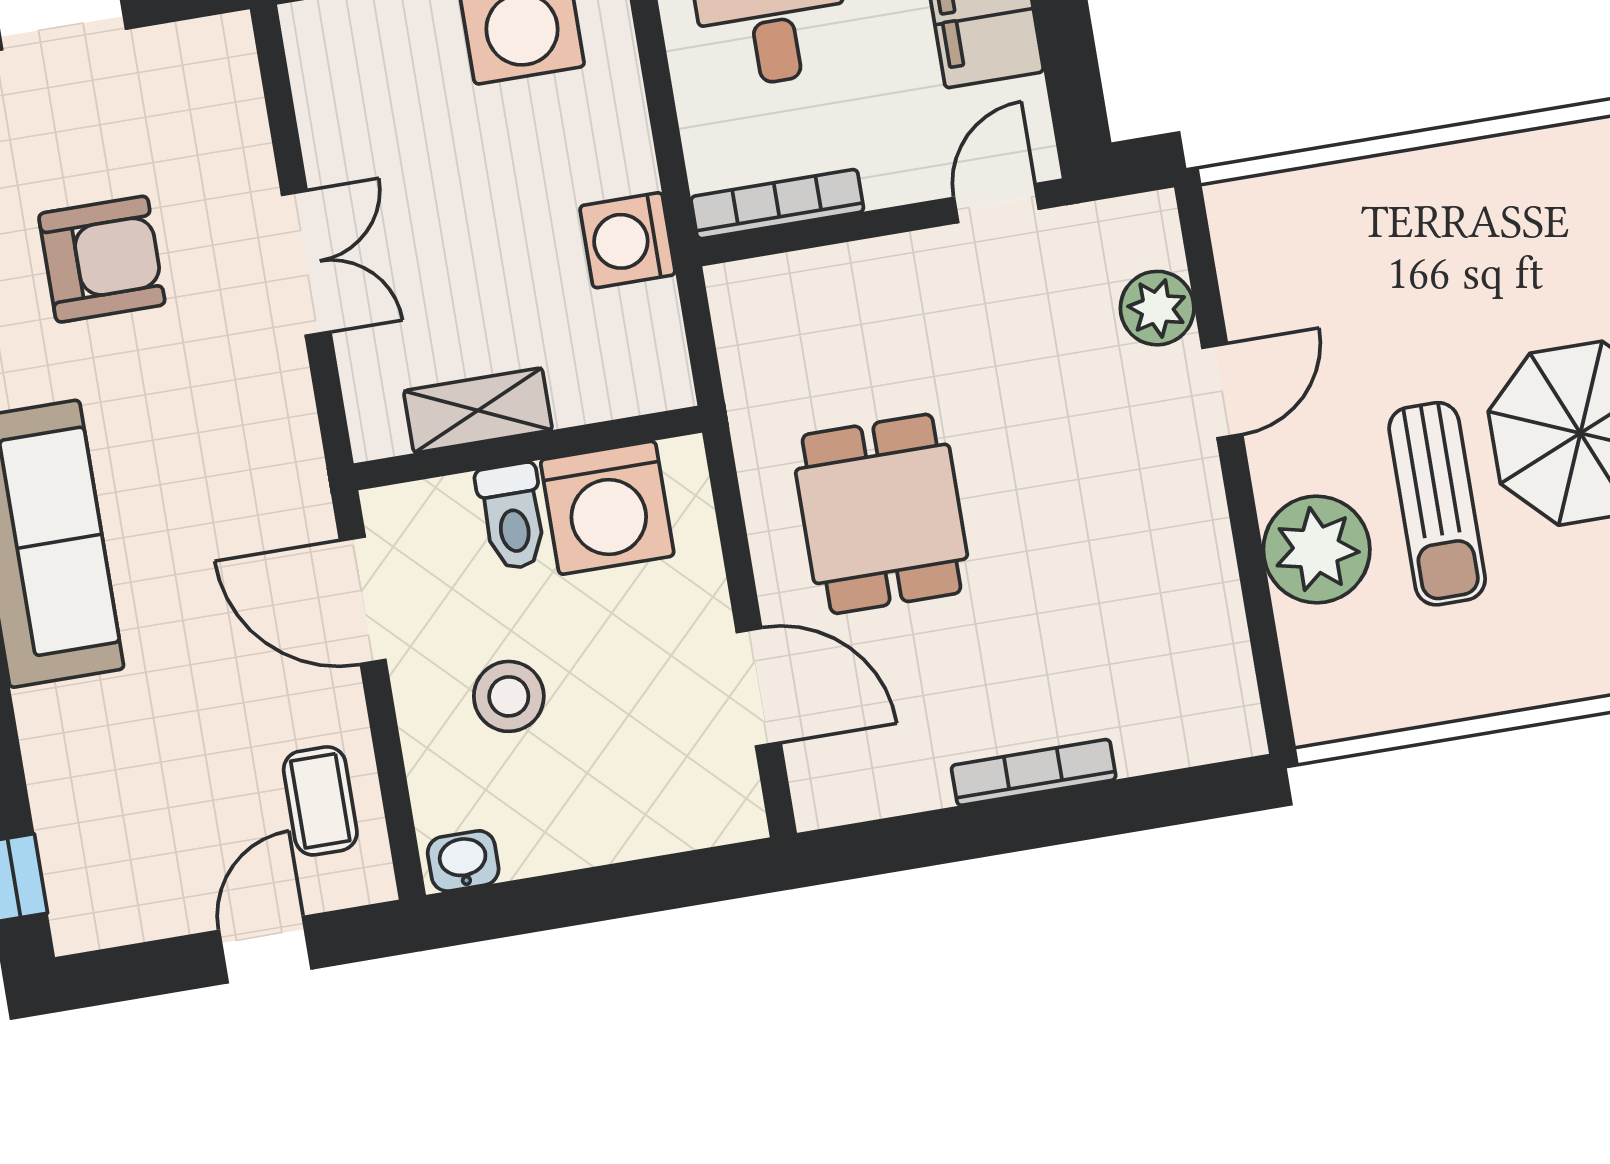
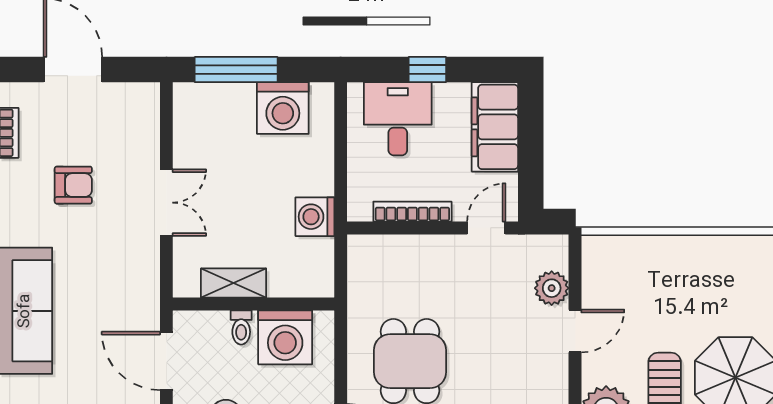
bookcase: (777, 204) -> (412, 212), moved
armchair: (102, 259) -> (73, 185), width x0.72, depth x0.72
toilet: (512, 516) -> (241, 327), width x0.73, depth x0.72

